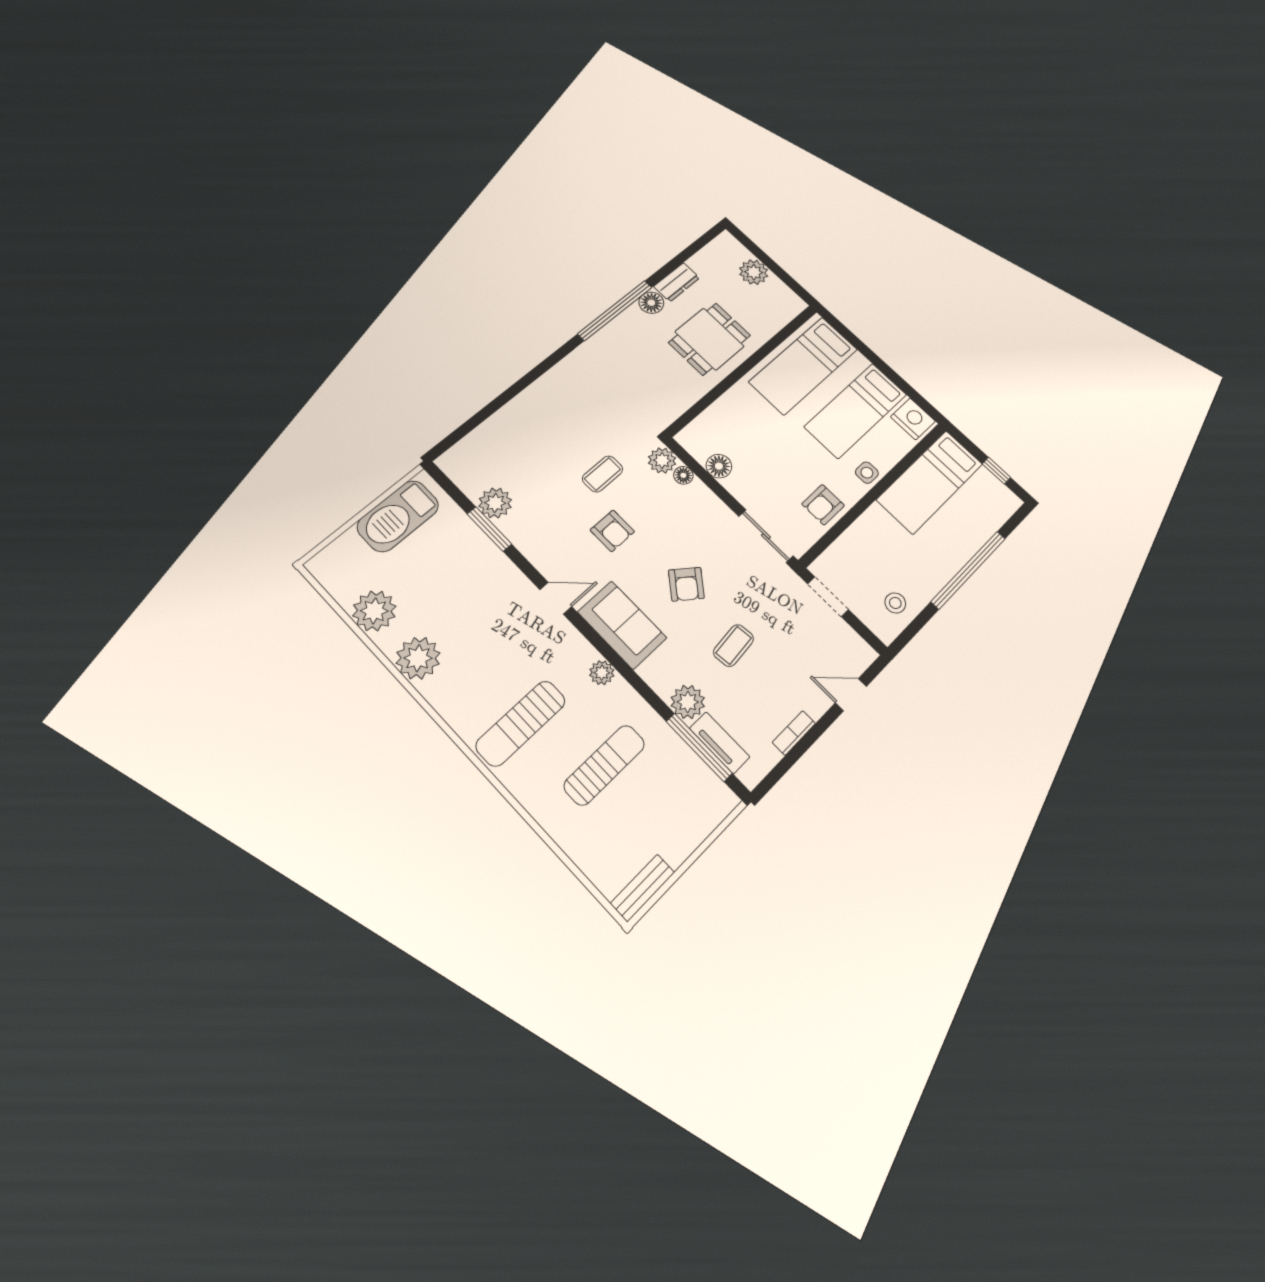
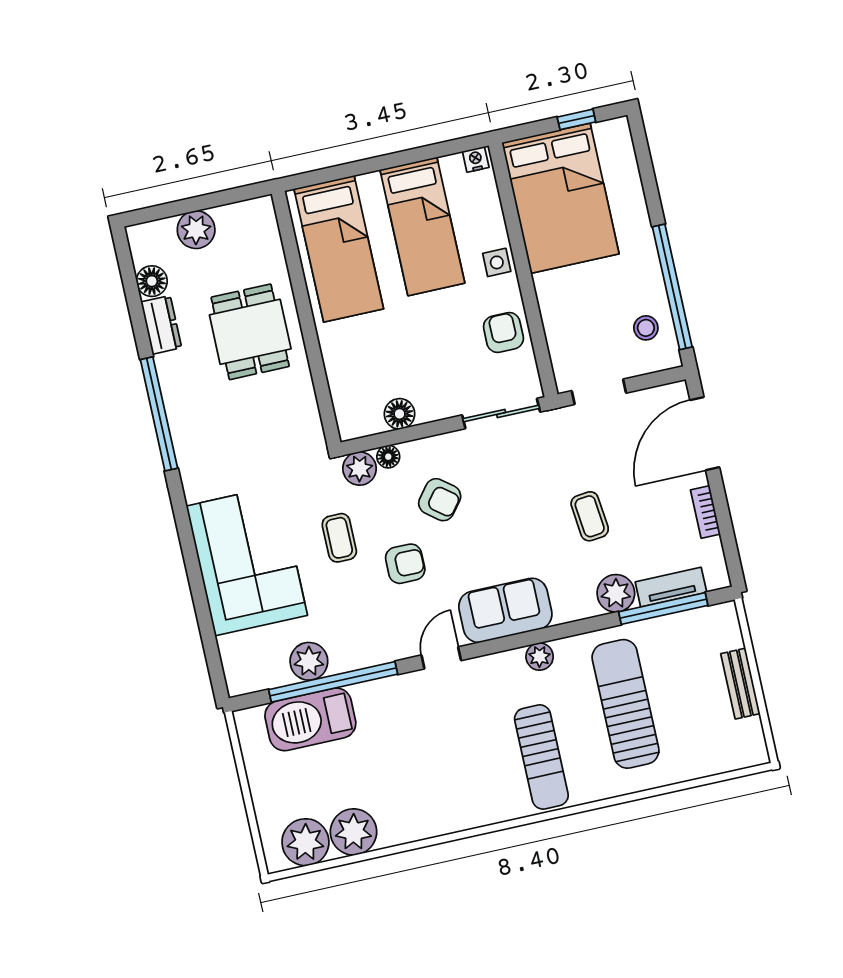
floor lamp: (651, 303) -> (152, 281), moved
nightstand: (913, 419) -> (476, 159), width x0.53, depth x0.56
corner sofa: (546, 420) -> (247, 561), added
bed: (930, 482) -> (561, 198), width x1.50
armchair: (823, 505) -> (503, 333), turned 180
barbecue: (398, 516) -> (310, 719), moved, turned 90
window: (489, 529) -> (333, 682), width x2.11
window: (968, 570) -> (672, 287), moved
armchair: (686, 584) -> (440, 500), moved
plant: (418, 658) -> (305, 842), moved
door: (851, 695) -> (705, 434), width x1.88
sun lounger: (604, 765) -> (625, 704), width x1.36, depth x1.34
bench: (643, 888) -> (740, 684), moved

